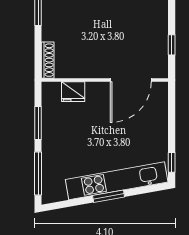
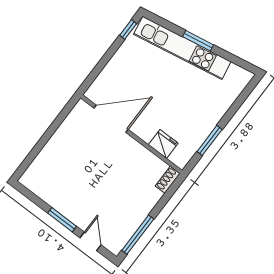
window: (172, 45) -> (58, 122), removed
shoe rack: (48, 60) -> (168, 180), width x0.70
window: (38, 173) -> (240, 101), removed

